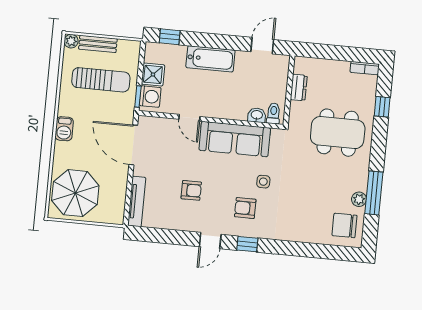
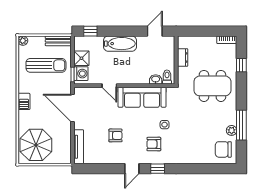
bench: (98, 44) -> (58, 41), moved

